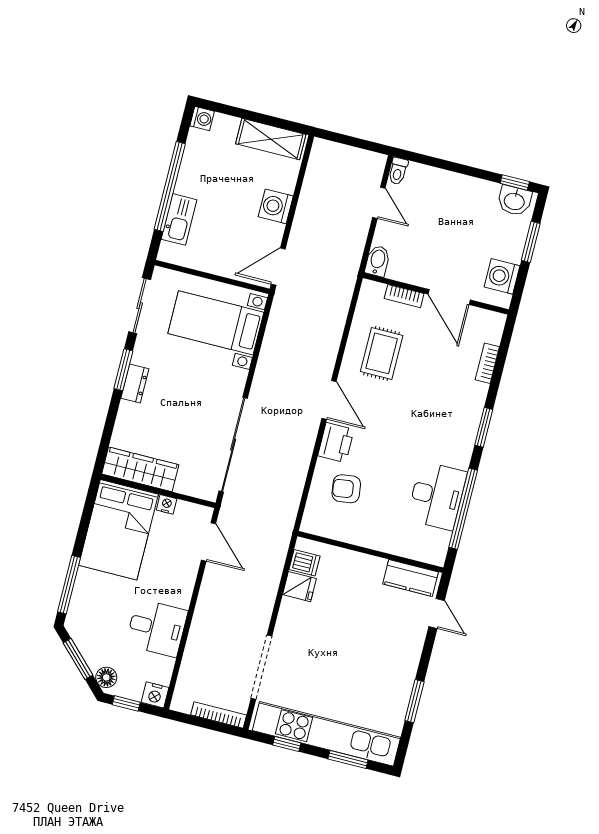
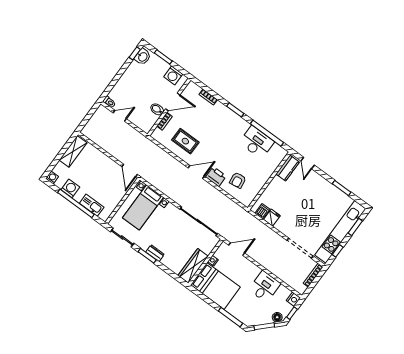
washing machine: (276, 206) -> (70, 188), moved, turned 180
bidet: (377, 261) -> (157, 109), moved
door: (437, 614) -> (308, 163), swing flipped

